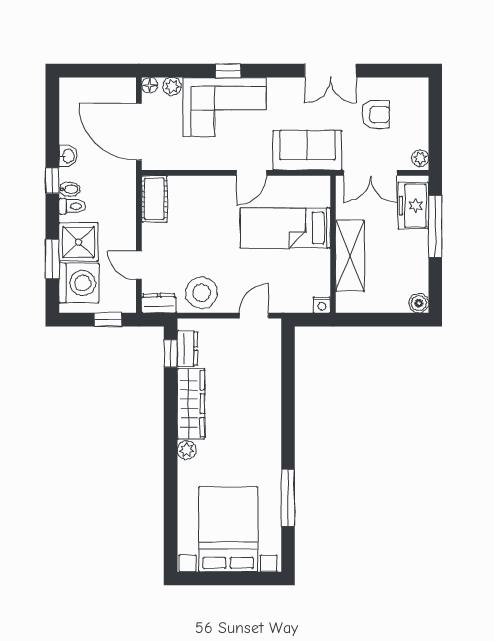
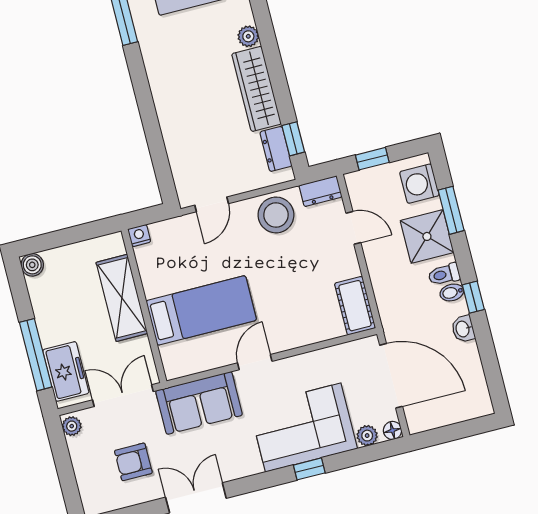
washing machine: (79, 283) -> (419, 184), width x0.73, depth x0.73

